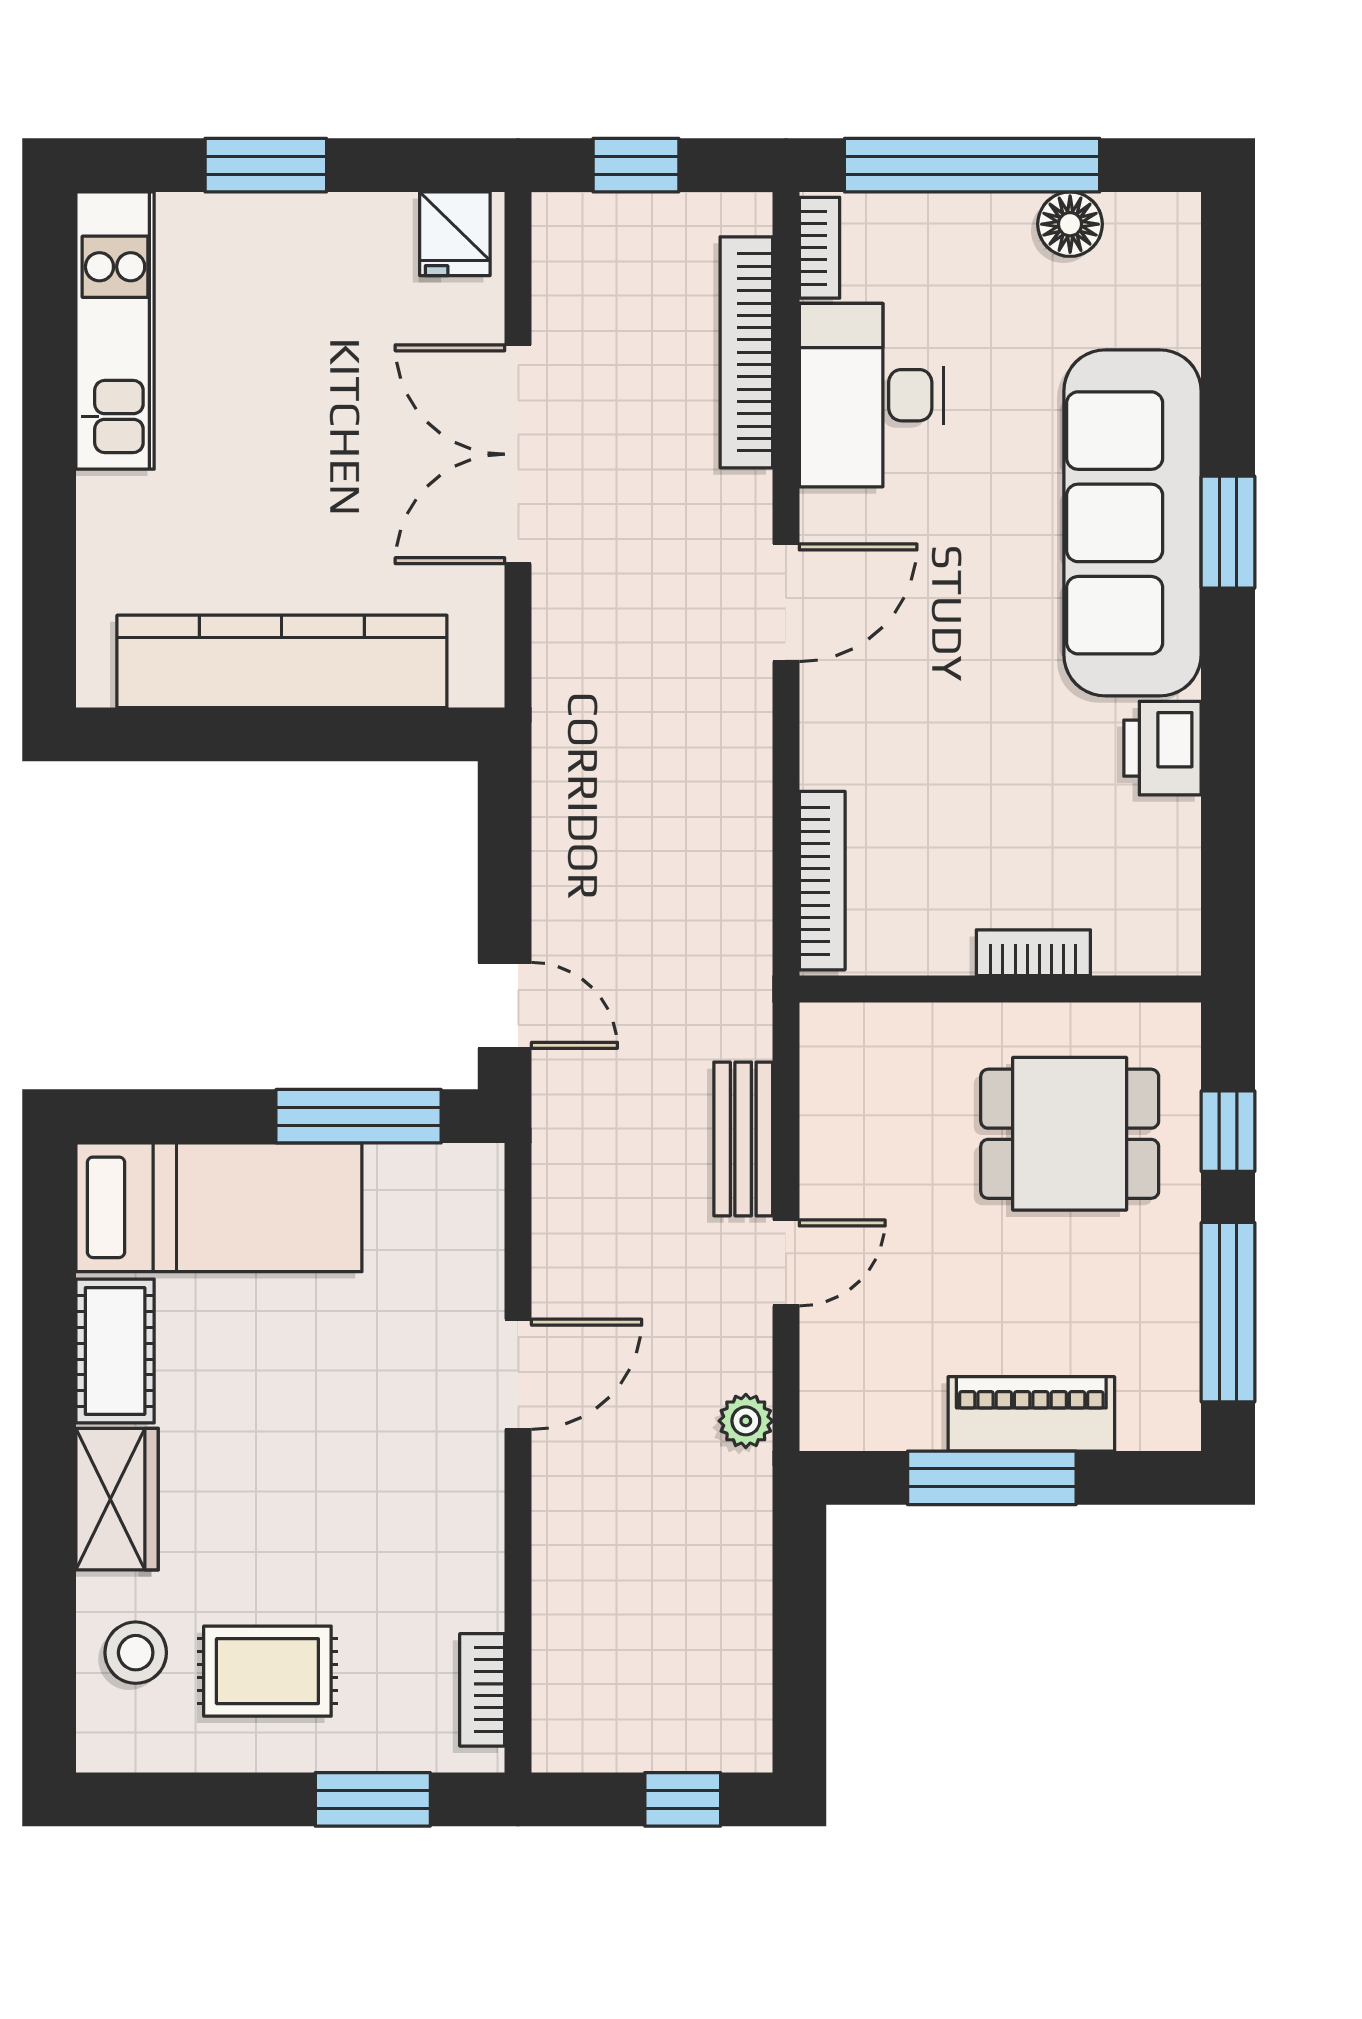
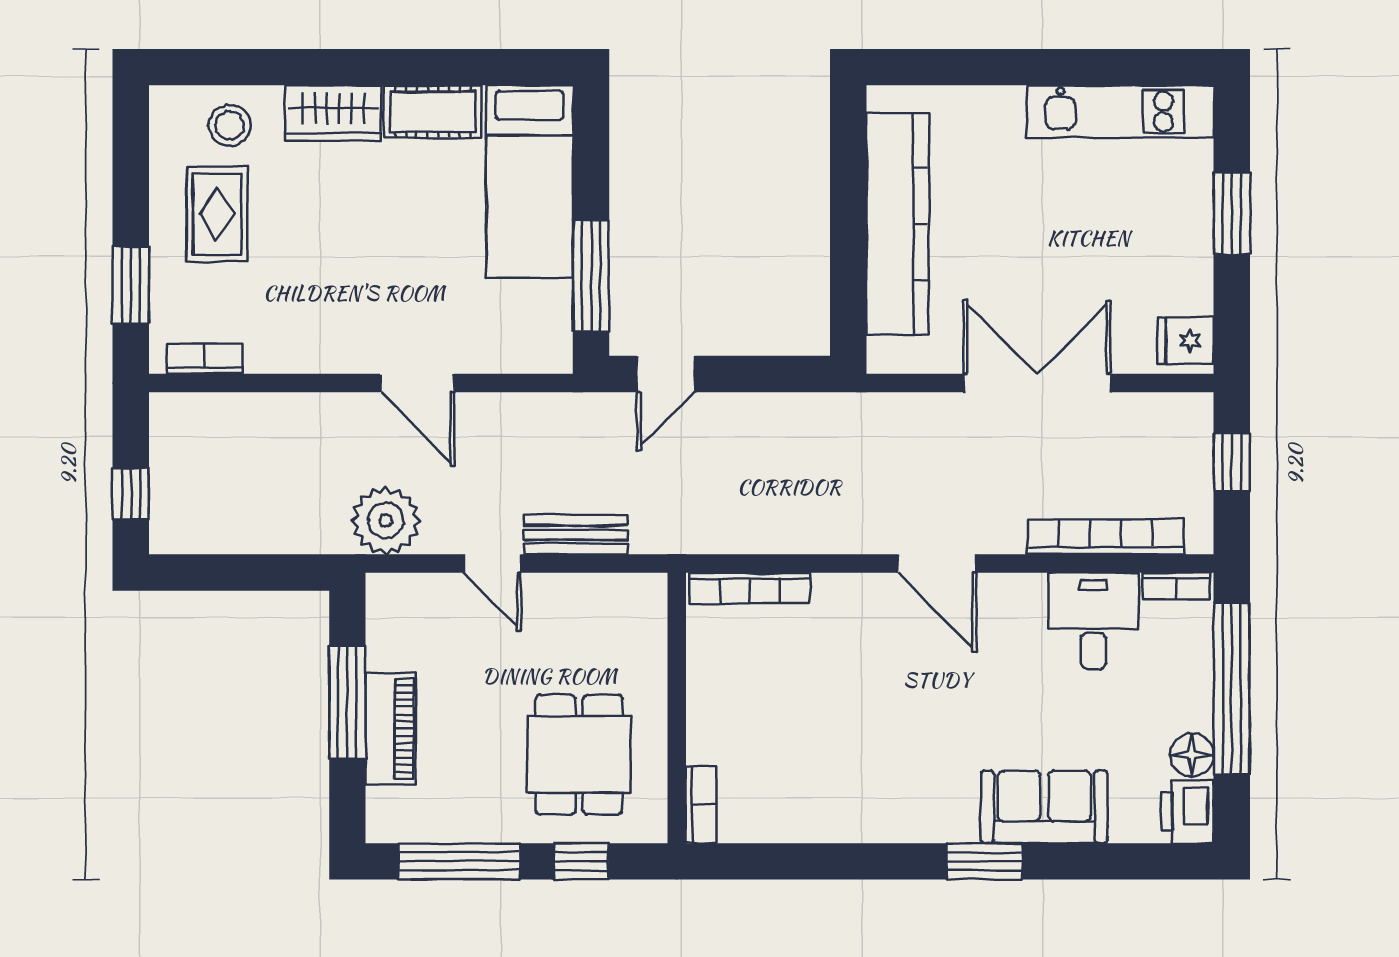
desk: (871, 395) -> (1094, 621), width x0.73
sofa: (1132, 523) -> (1044, 807), width x0.54, depth x0.79
printer: (1163, 748) -> (1188, 812), moved, turned -90
bookcase: (1033, 953) -> (701, 805), moved
plant: (746, 1421) -> (386, 521), width x1.87, depth x1.87

